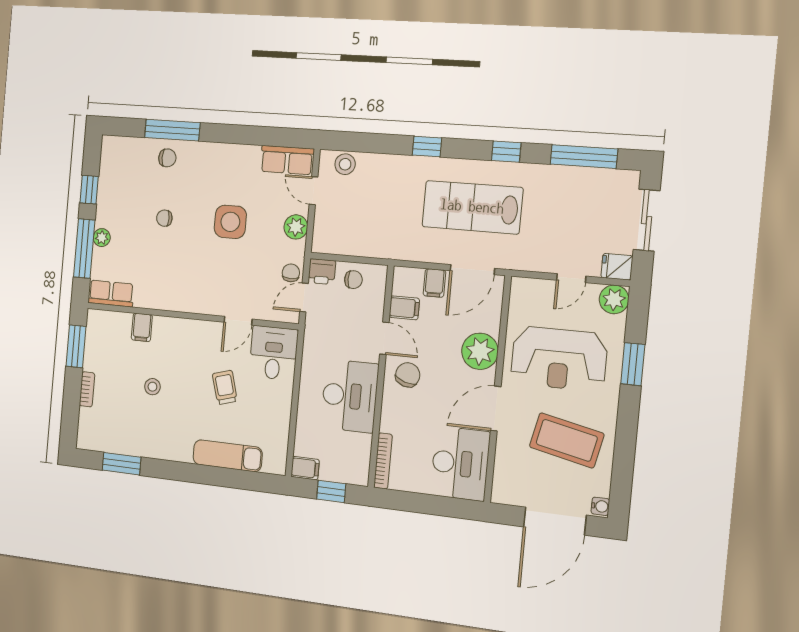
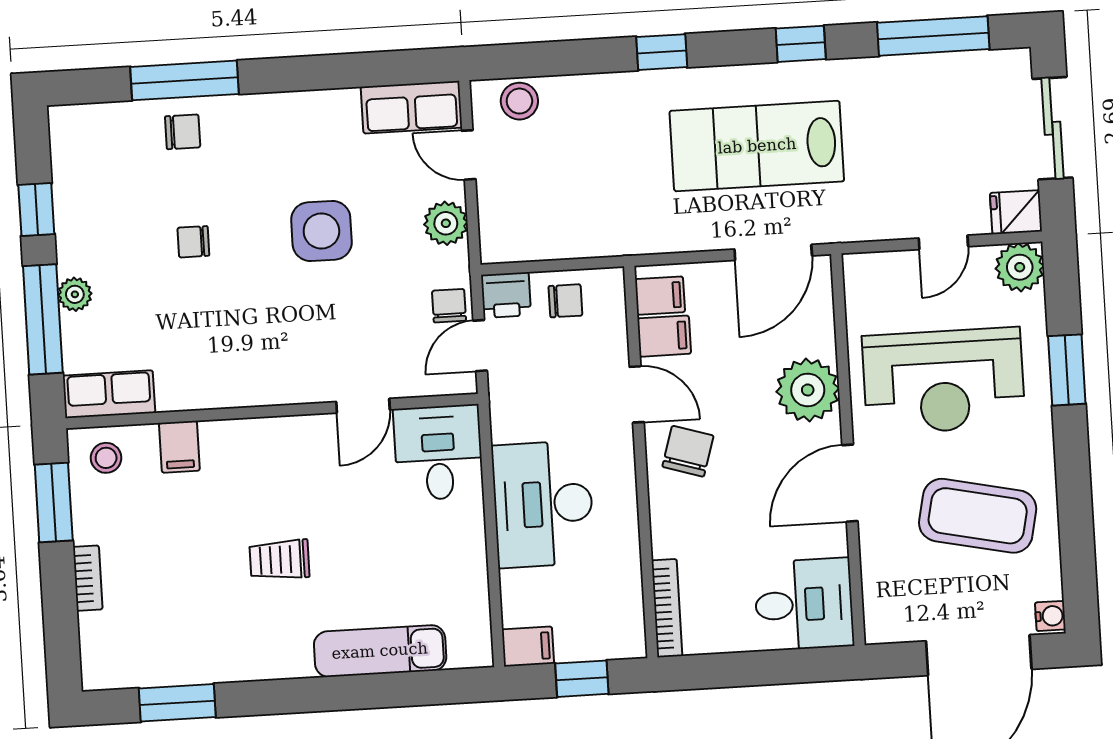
filing cabinet: (434, 283) -> (660, 296), moved, turned -90
stool: (152, 387) -> (106, 458), moved
trolley: (225, 387) -> (279, 560), moved, turned -74
desk: (350, 396) -> (543, 504), moved, turned 180
desk: (460, 463) -> (804, 604), width x0.73

